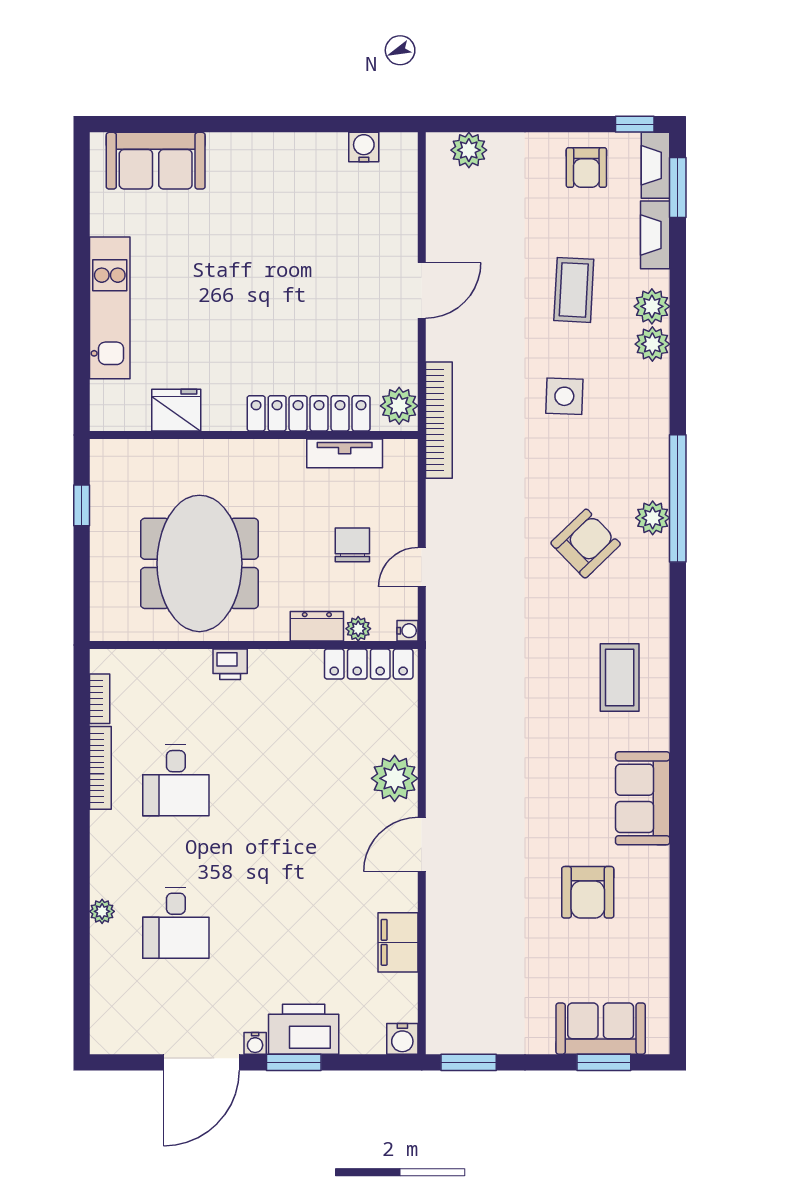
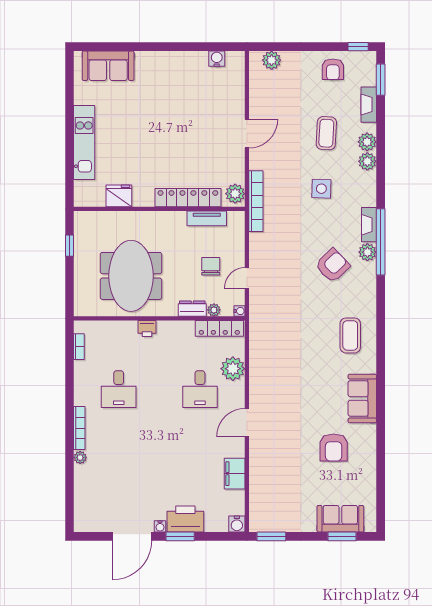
fireplace: (655, 165) -> (369, 225), moved
bookcase: (100, 768) -> (79, 428), moved
plant: (395, 778) -> (233, 369), moved
desk: (176, 923) -> (200, 389), moved

